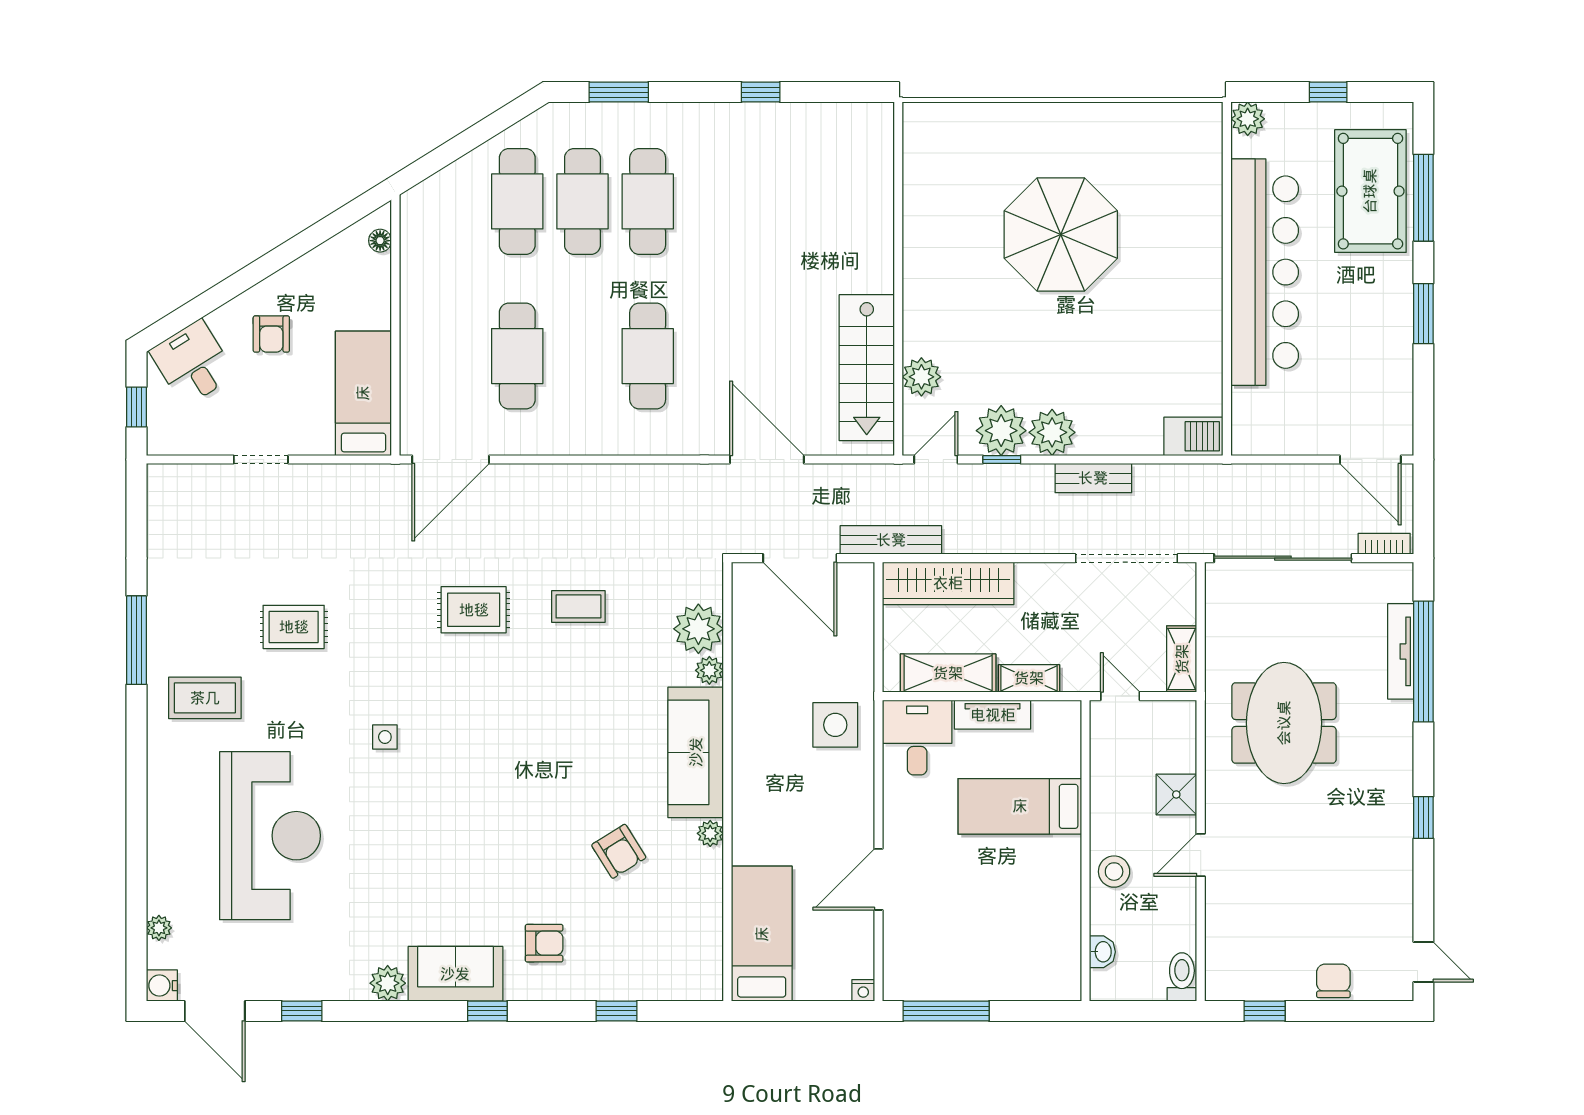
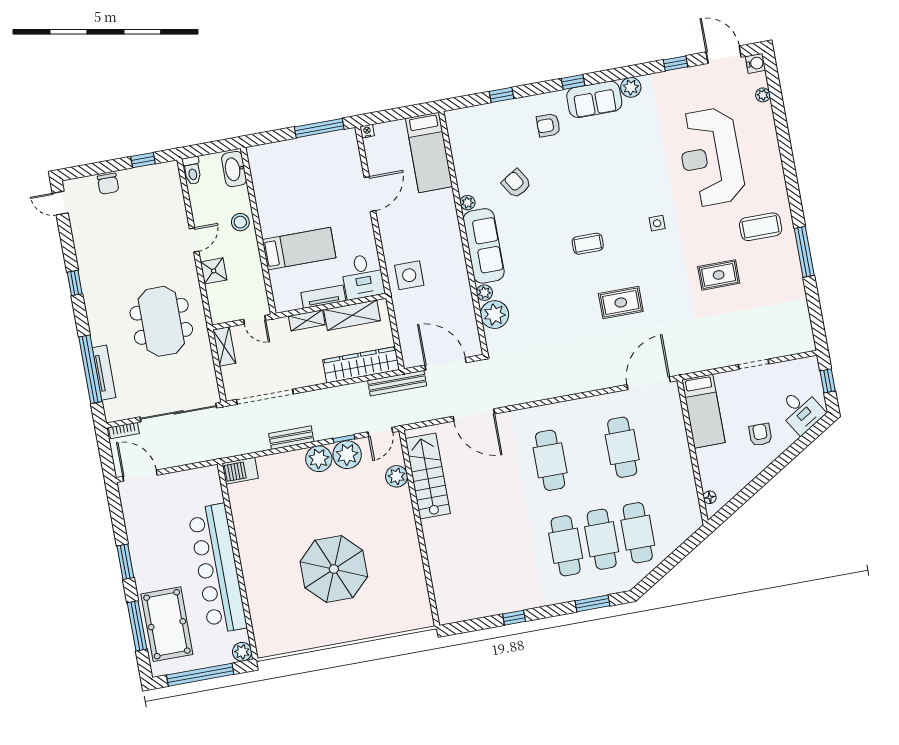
window: (1328, 92) -> (200, 675), width x3.17
coffee table: (578, 606) -> (588, 244), moved
washbasin: (1102, 952) -> (234, 169), width x1.91, depth x1.45

